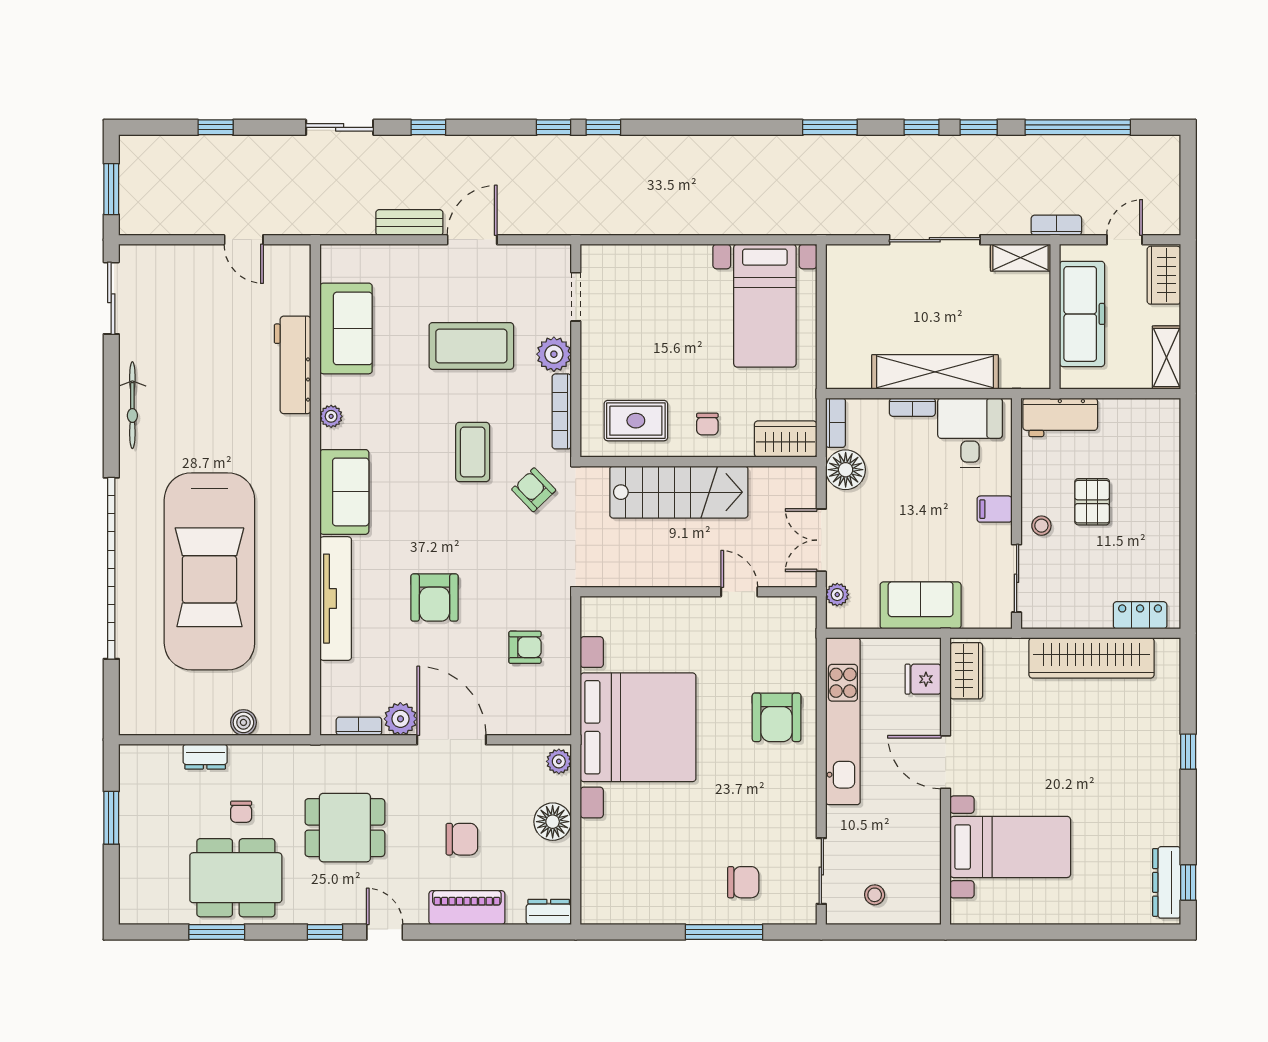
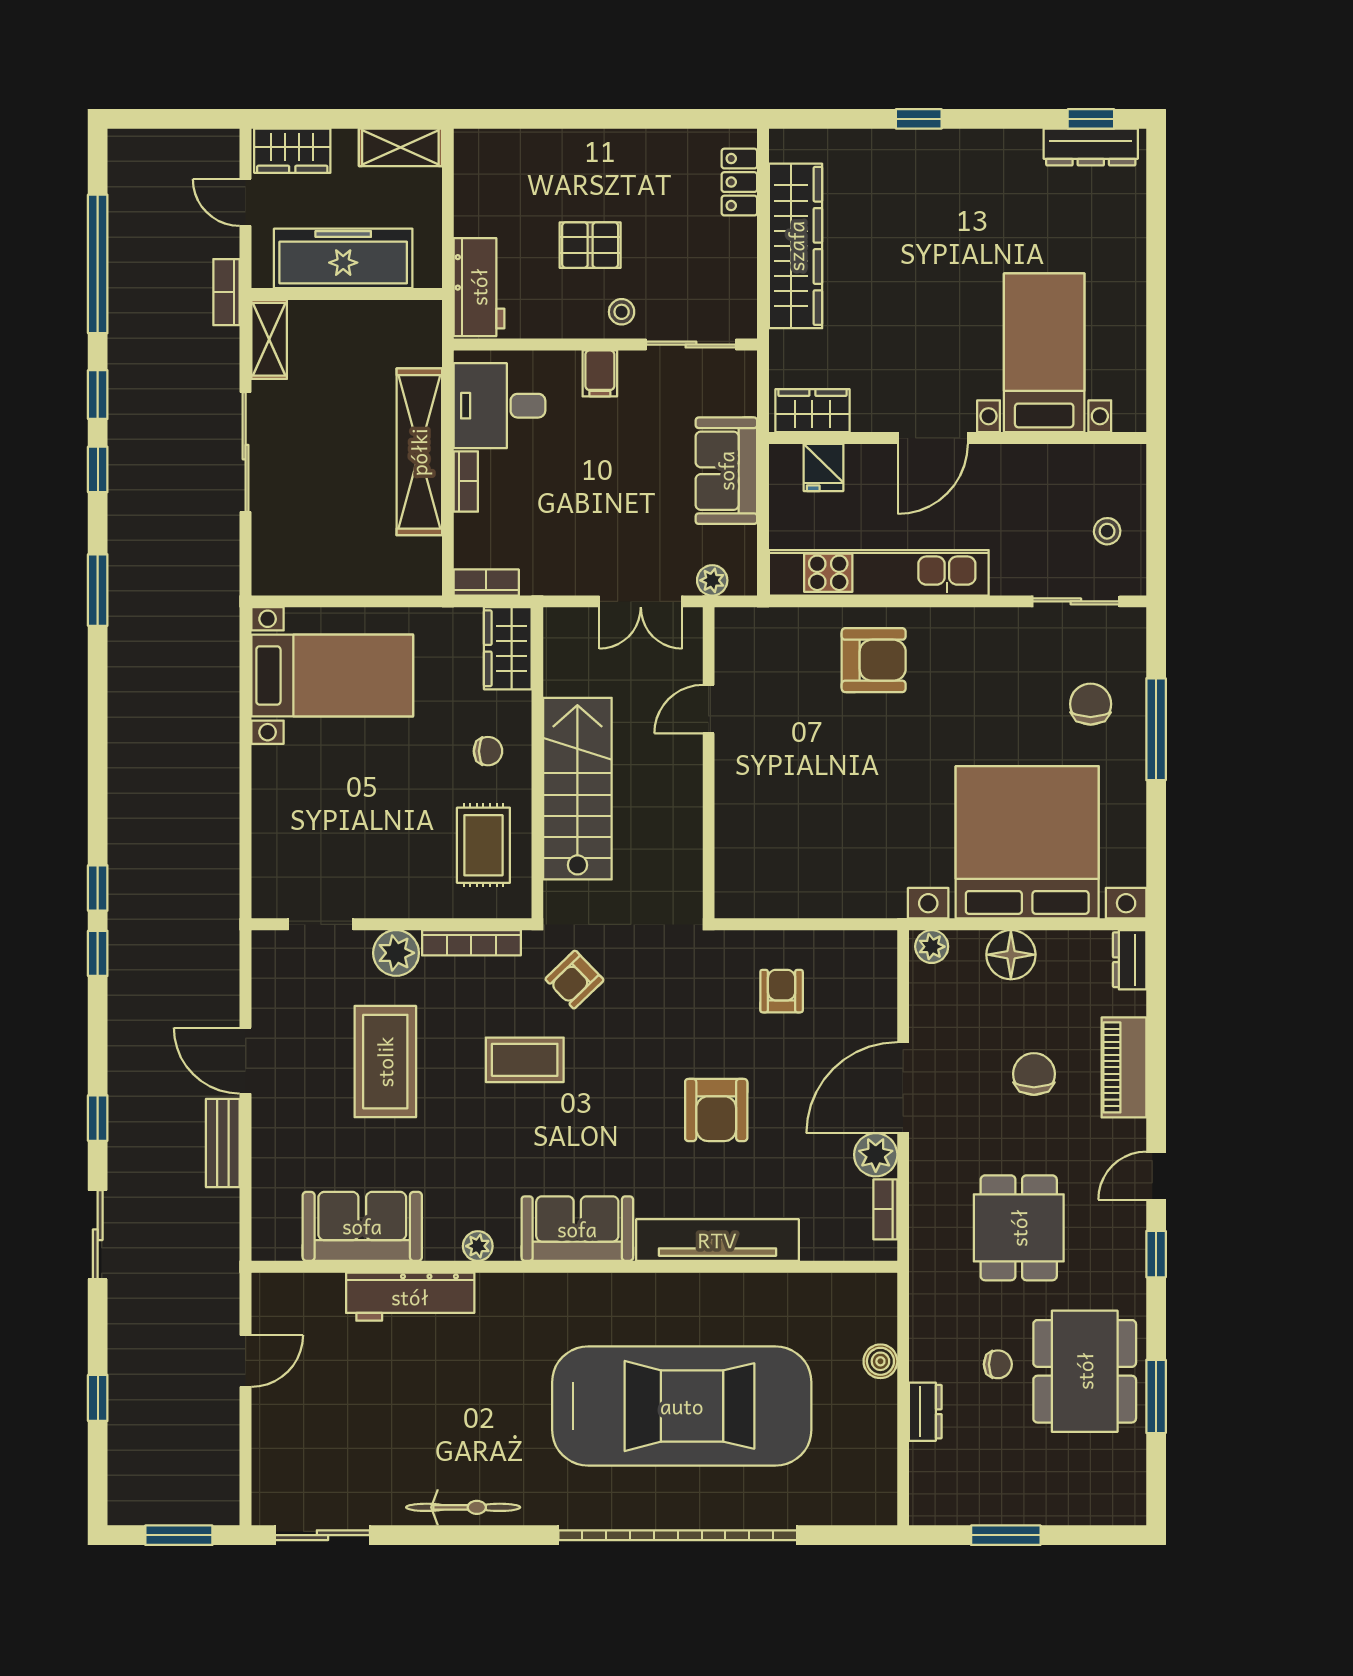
floor lamp: (846, 470) -> (548, 569), removed
armchair: (435, 598) -> (716, 1110), turned 90
bed with nightstands: (638, 727) -> (1027, 842), moved

